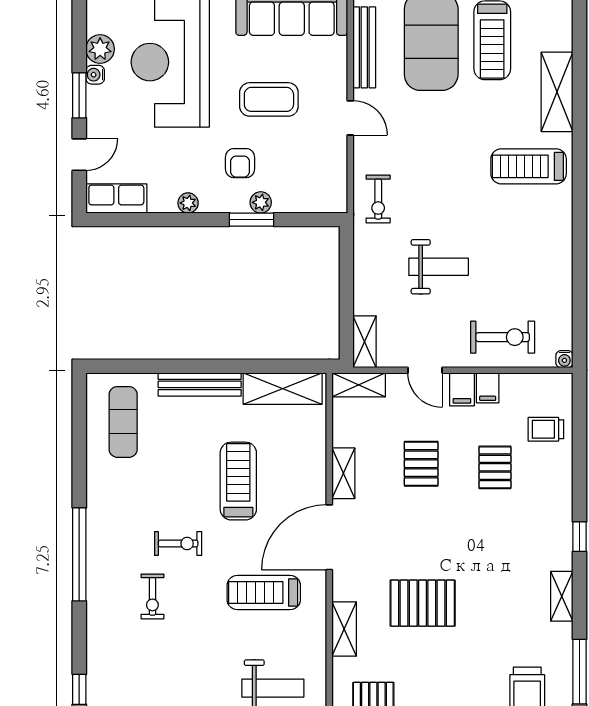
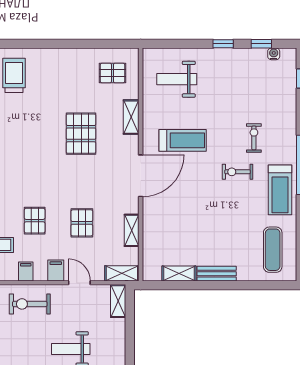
bench: (200, 384) -> (217, 274), width x0.73
filing cabinet: (488, 388) -> (26, 272), moved
shelving: (283, 389) -> (179, 274), width x0.67, depth x0.75
shelving: (343, 473) -> (132, 230), moved
treadmill: (238, 481) -> (280, 190), moved
pallet: (423, 603) -> (81, 134), turned 90

